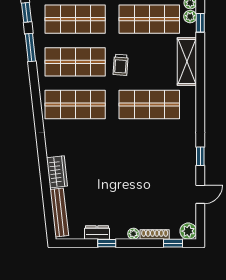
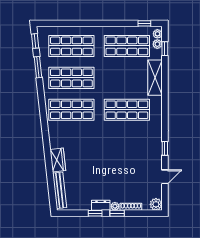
trolley: (121, 65) -> (105, 80), removed
dresser: (97, 232) -> (101, 205), moved
window: (173, 243) -> (117, 213), moved

